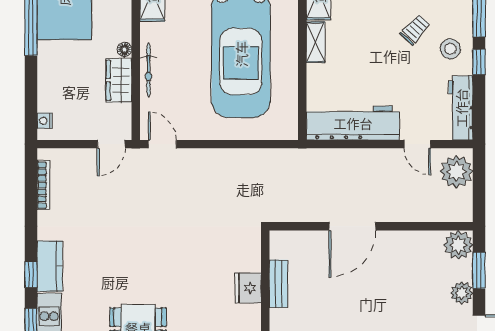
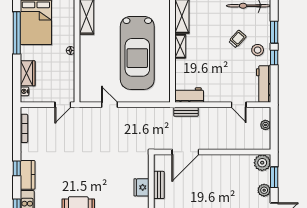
bicycle: (148, 70) -> (84, 62), removed
wardrobe: (119, 80) -> (28, 73), moved, turned 180
workbench: (353, 123) -> (189, 95), width x0.53, depth x0.76
door: (162, 144) -> (110, 105), moved
bench: (326, 156) -> (186, 112), added
plant: (456, 172) -> (265, 125), width x0.53, depth x0.53
door: (352, 226) -> (185, 152), moved
window: (31, 275) -> (17, 168), moved

